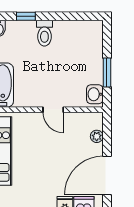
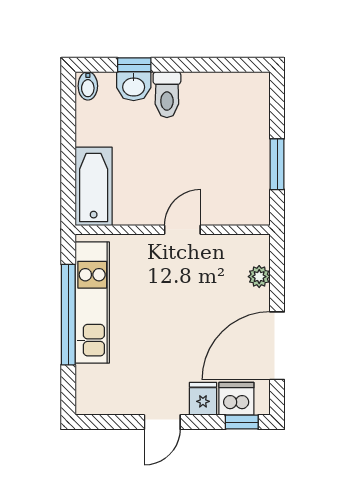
washbasin: (95, 94) -> (134, 86), moved, turned -90
door: (53, 110) -> (182, 230), swing flipped

